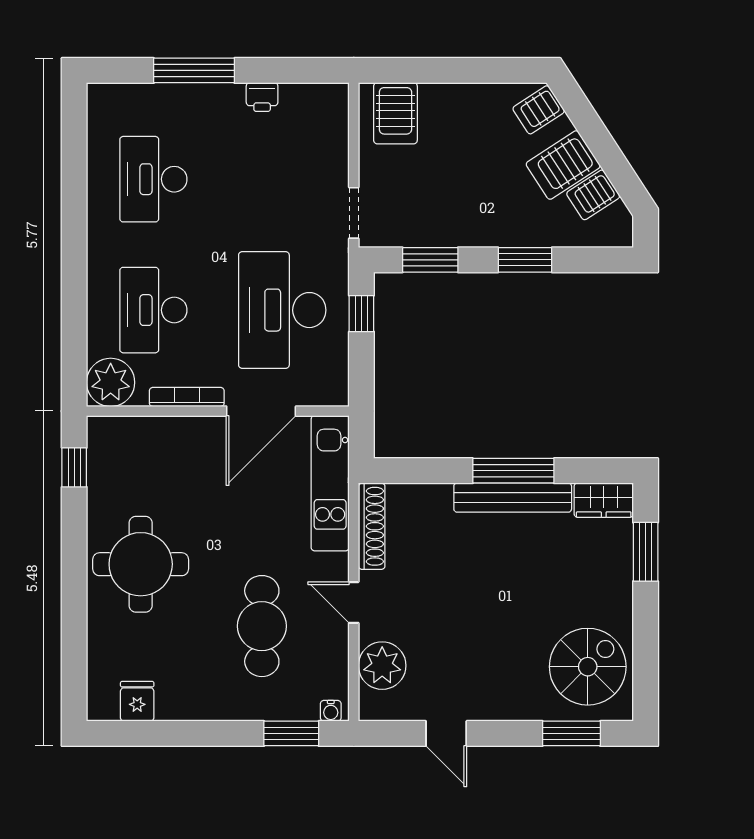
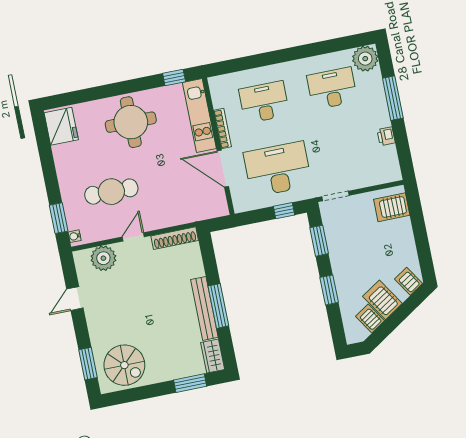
plant: (111, 382) -> (365, 59), moved
kitchen unit: (330, 483) -> (199, 116), moved, turned -90
fridge: (137, 701) -> (61, 126), width x1.88, depth x1.34

